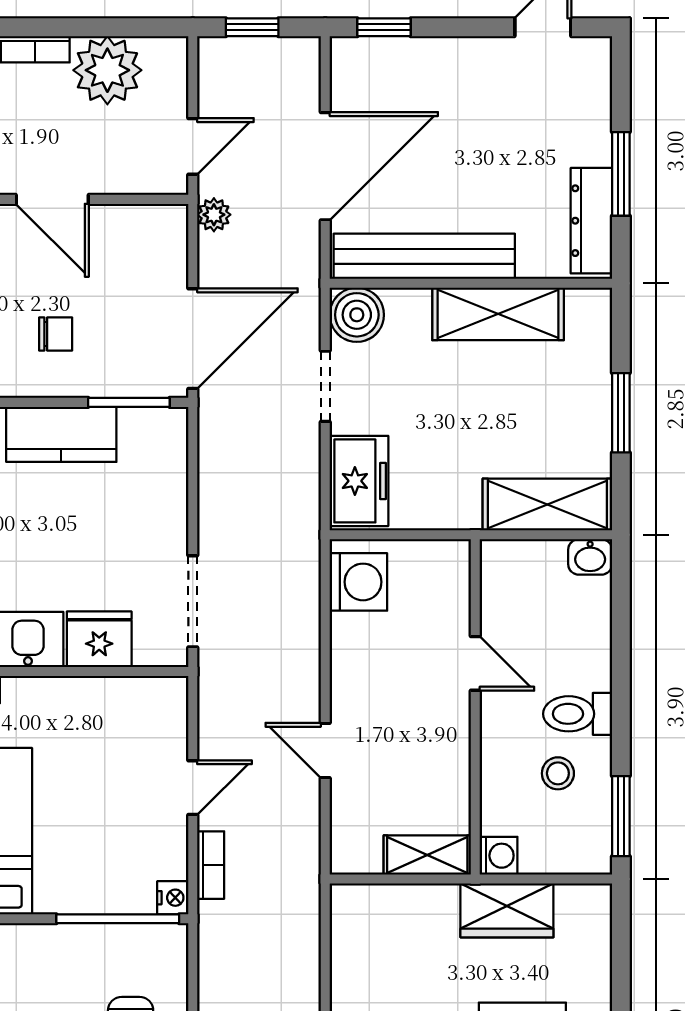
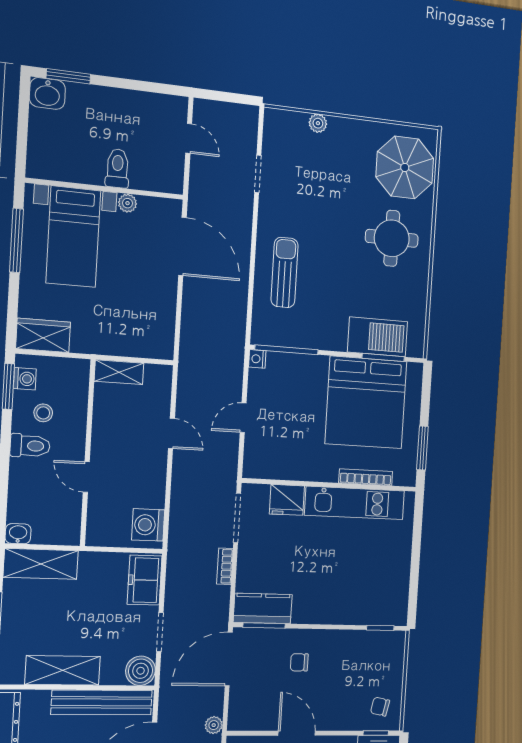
kitchen counter: (61, 434) -> (263, 608), moved
washing machine: (499, 856) -> (25, 379), moved, turned 180
bookcase: (211, 865) -> (225, 566), moved
wardrobe: (507, 910) -> (43, 335), moved

